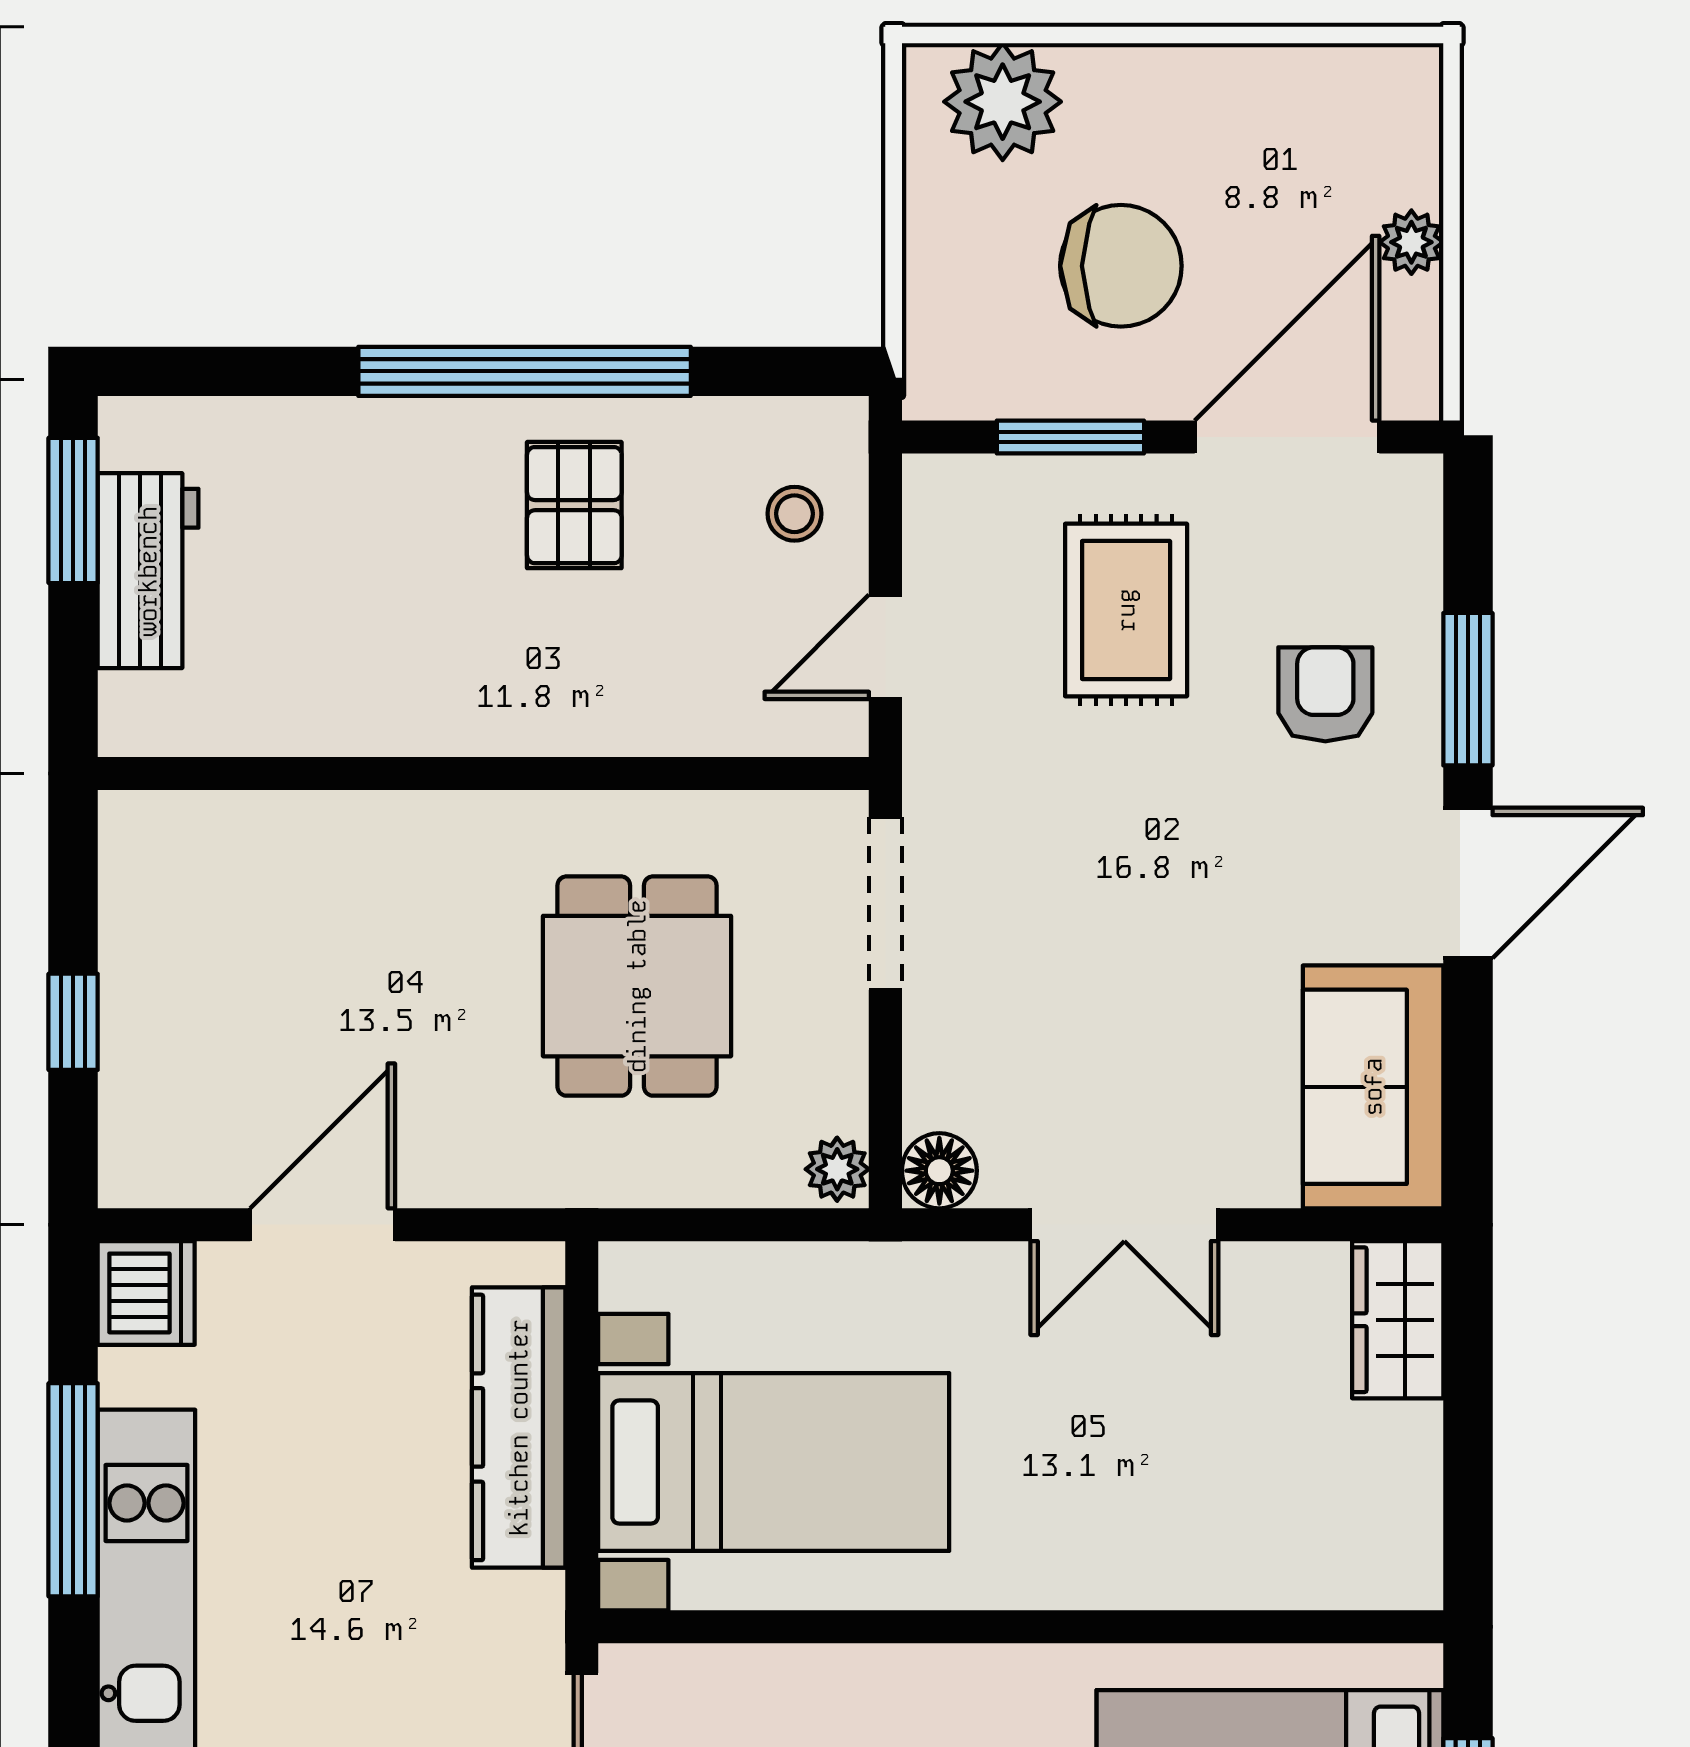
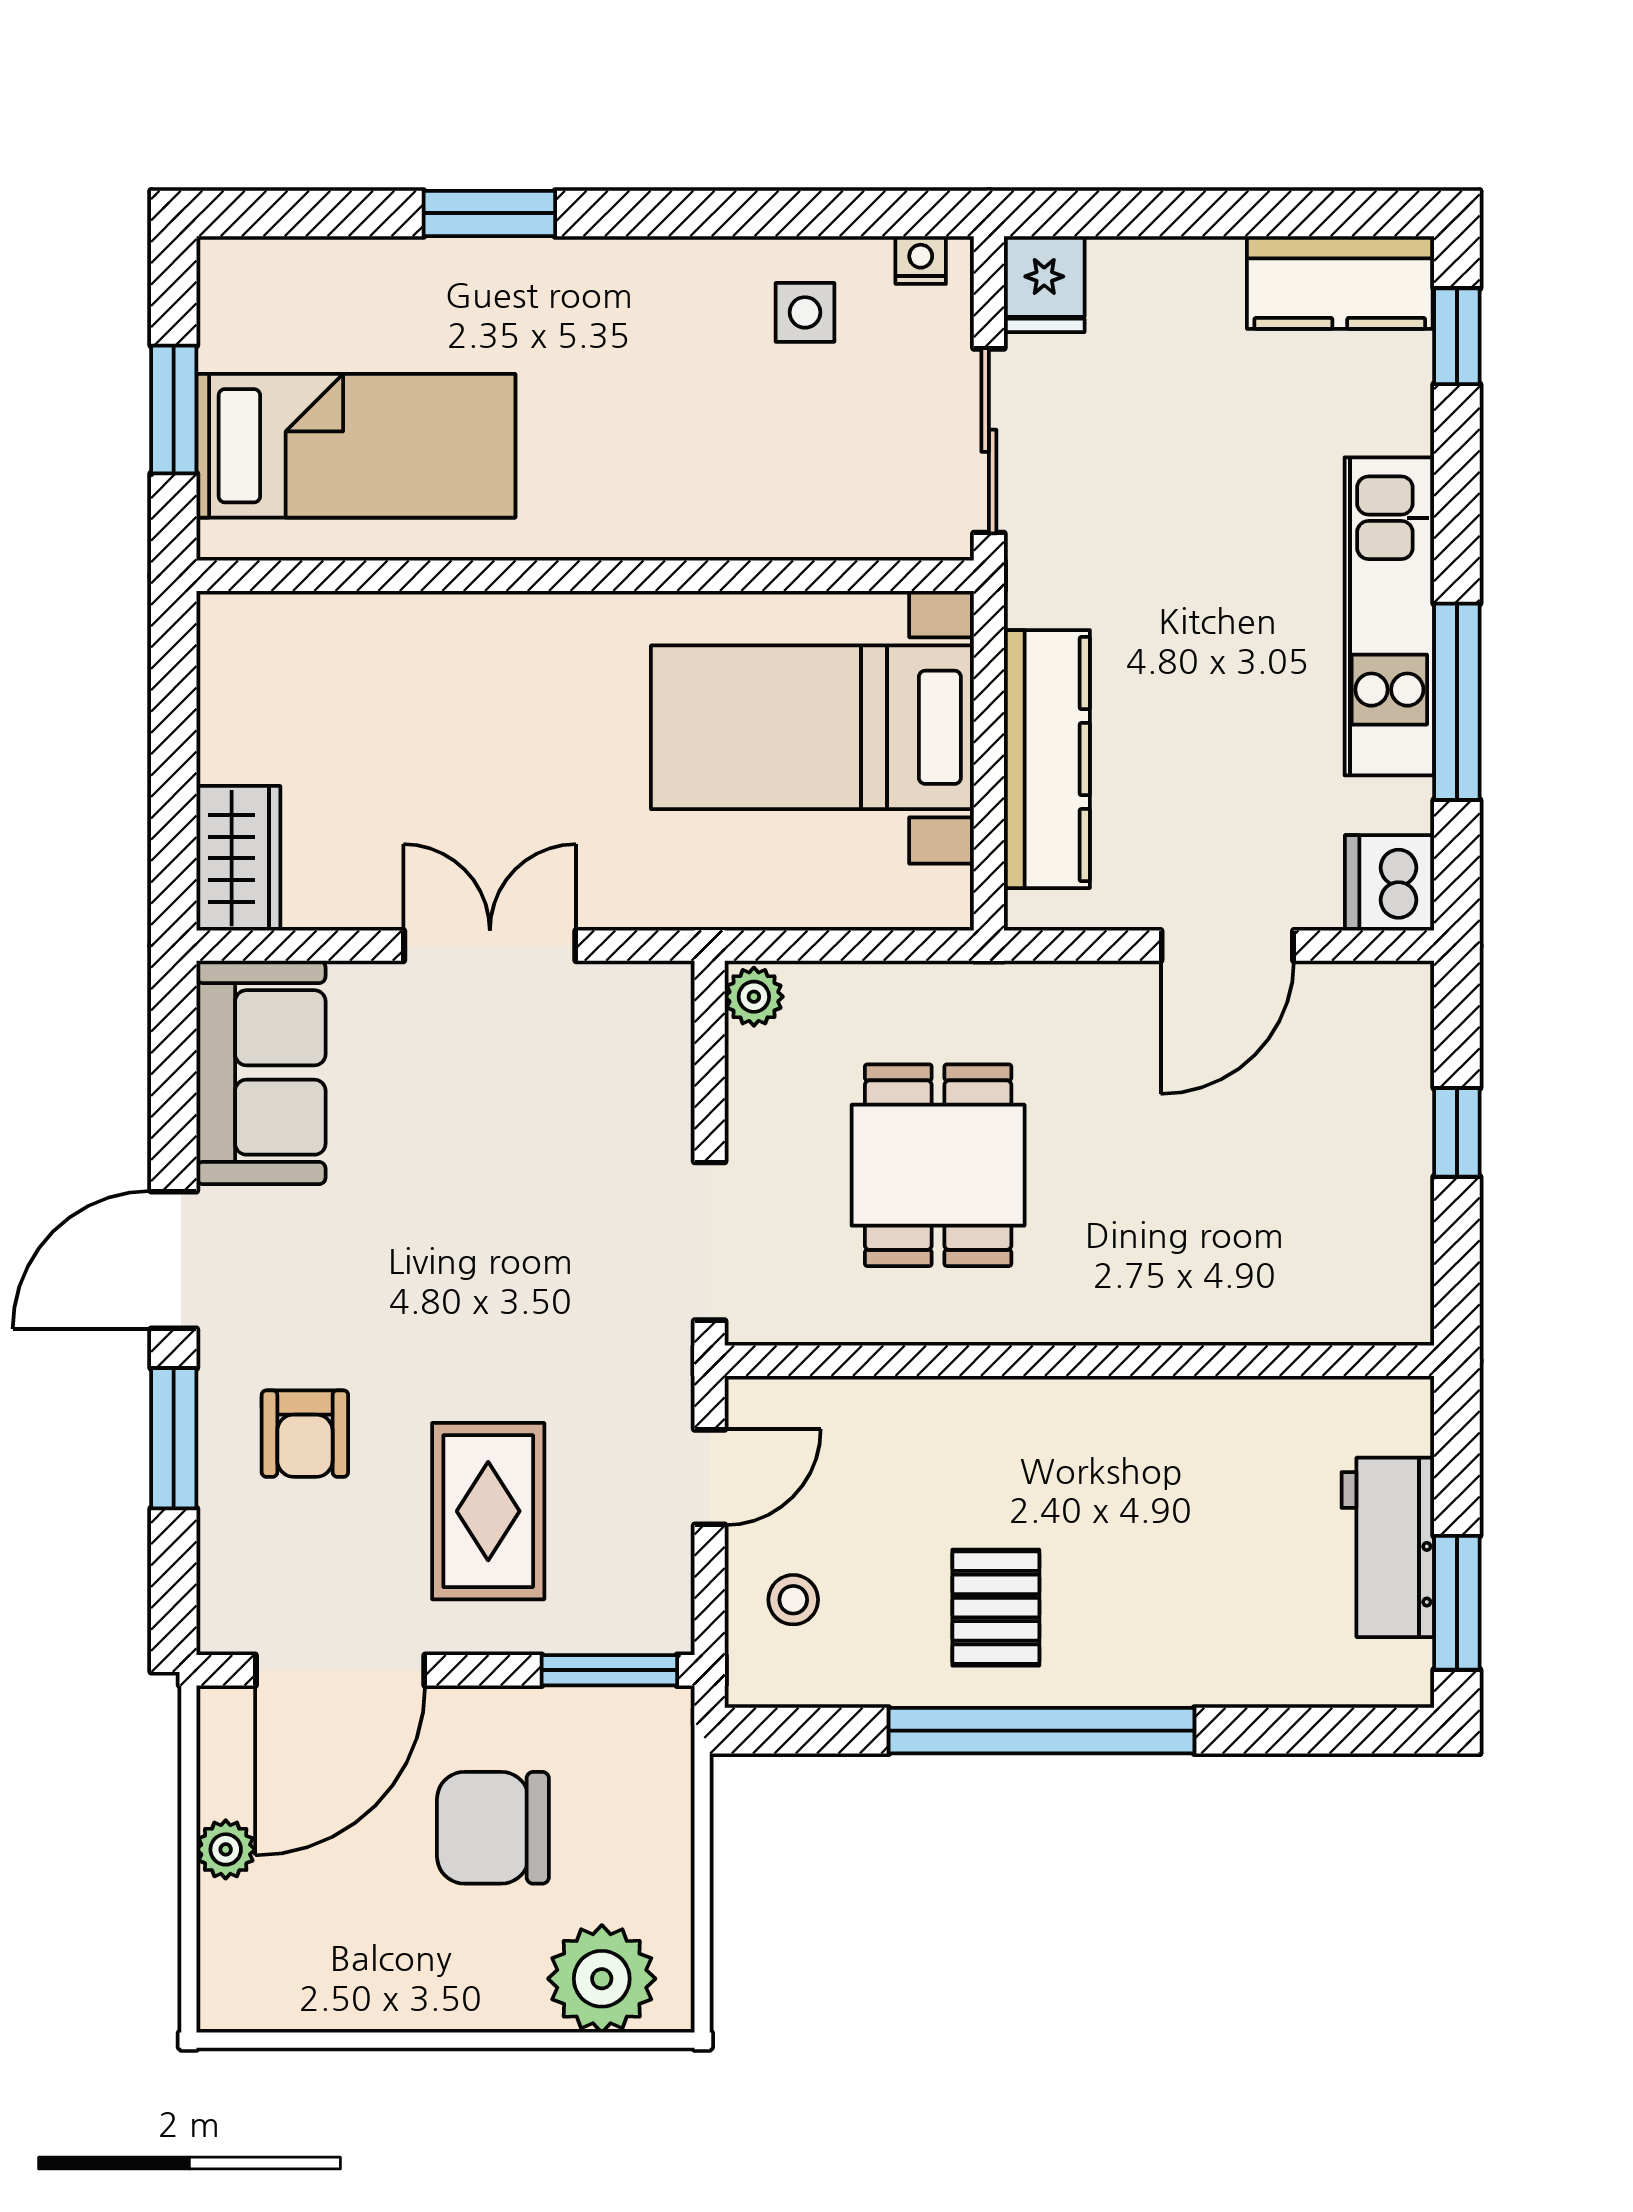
window: (1070, 437) -> (609, 1670), moved
floor lamp: (939, 1171) -> (660, 995), removed

